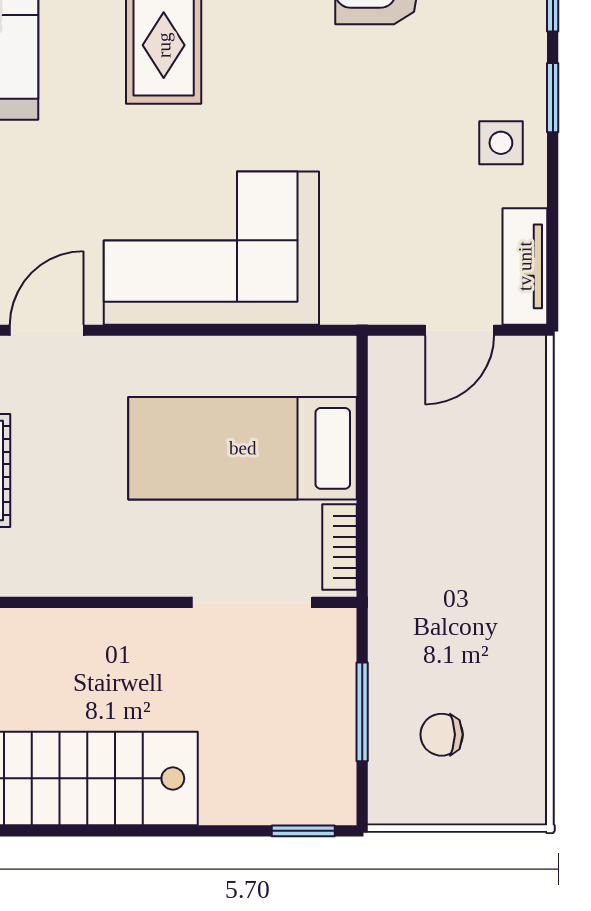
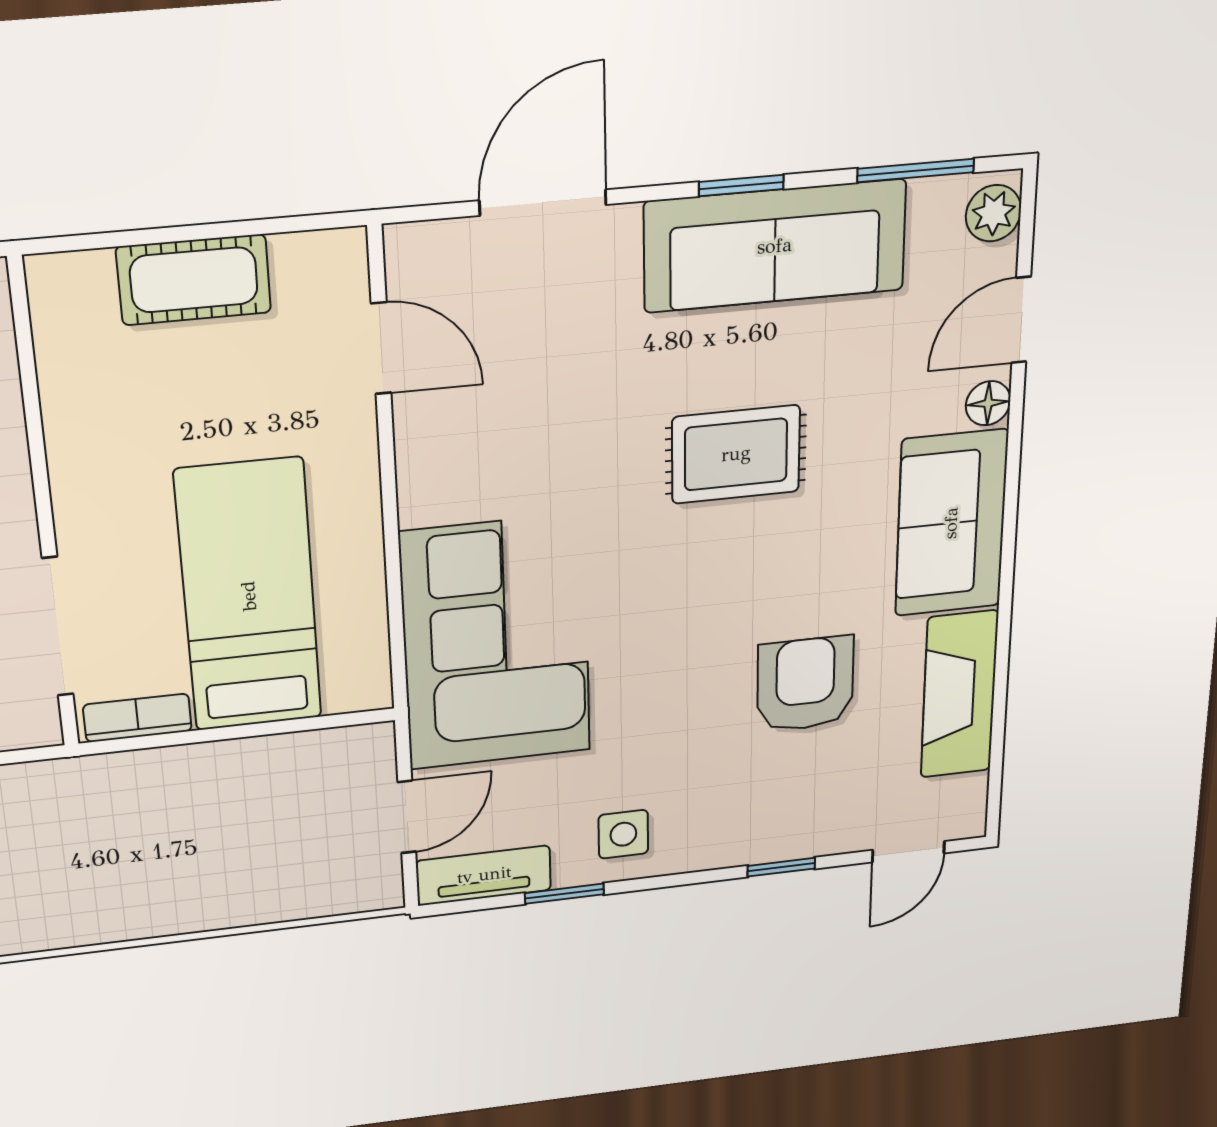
window: (553, 98) -> (564, 894), moved
corner sofa: (211, 248) -> (496, 643), moved
door: (460, 330) -> (407, 817), swing flipped

